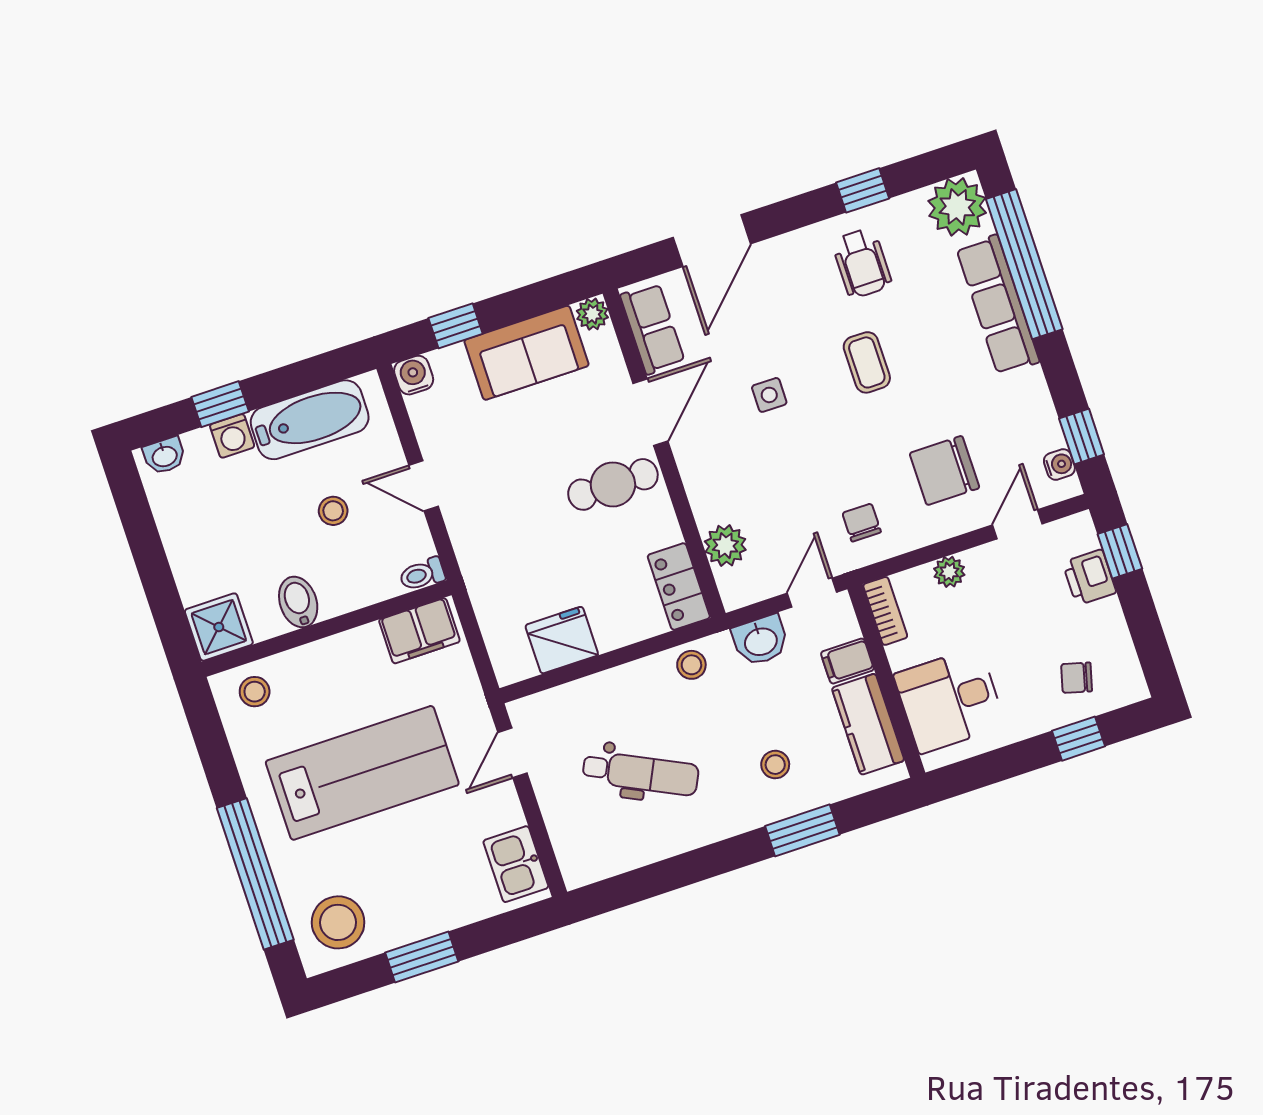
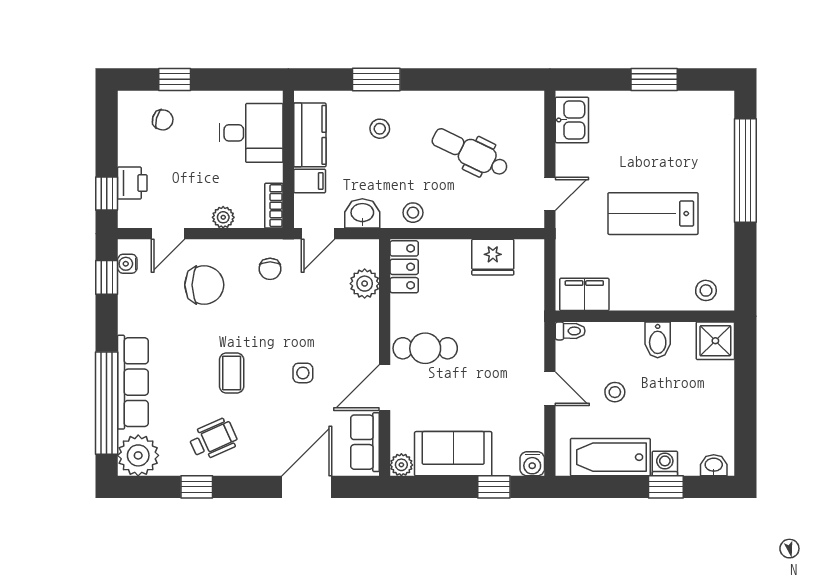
wheelchair: (862, 263) -> (213, 439), turned 66
lab bench: (362, 773) -> (653, 214), width x0.73, depth x0.72
stool: (338, 922) -> (702, 121), removed

